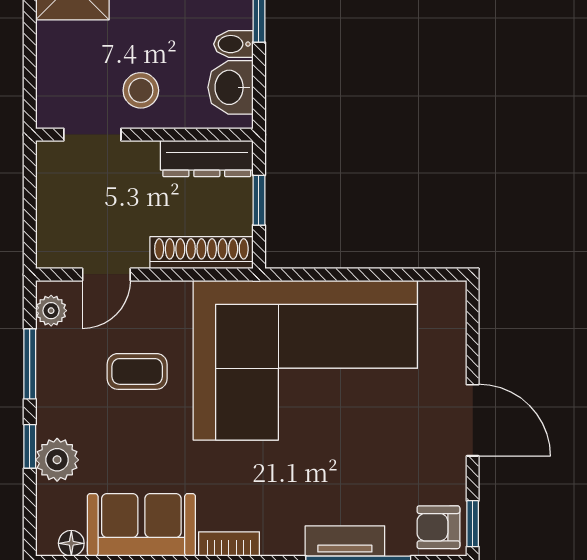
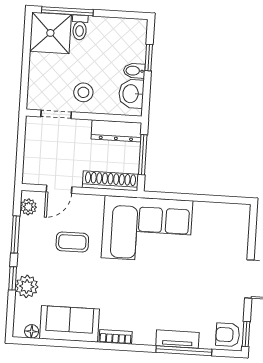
window: (259, 200) -> (143, 155), width x1.50
corner sofa: (305, 360) -> (147, 229), width x0.73, depth x0.74

